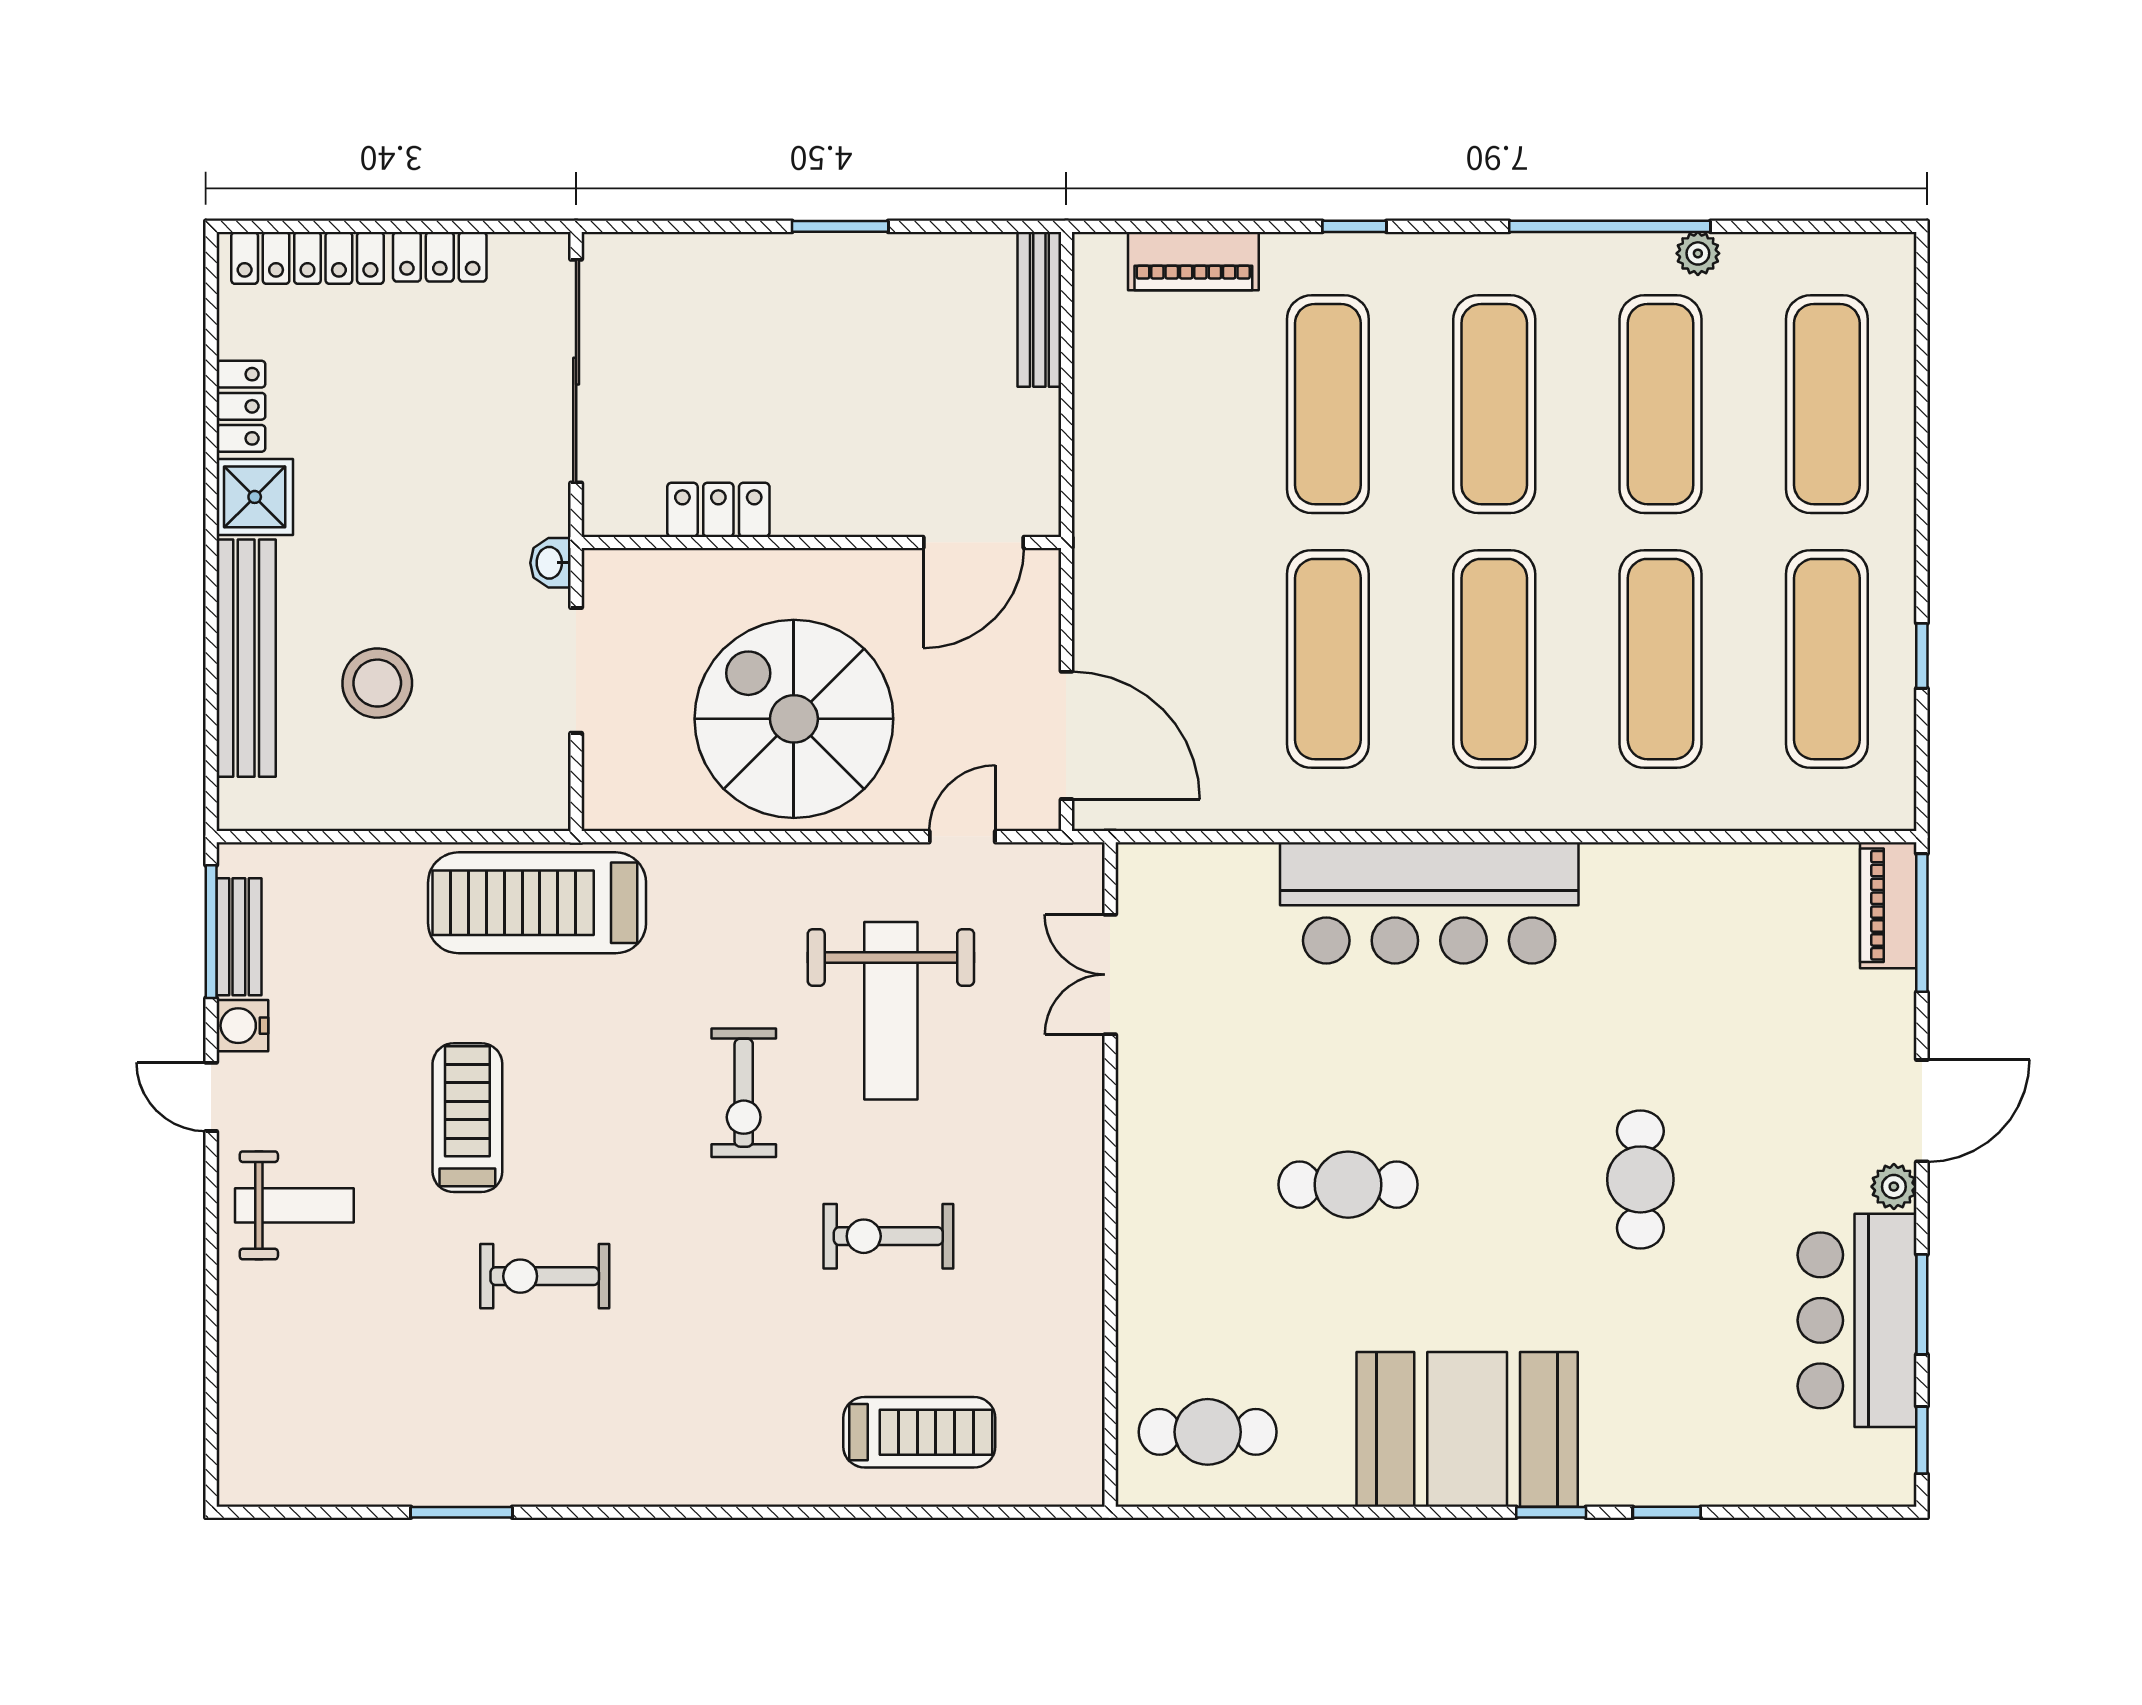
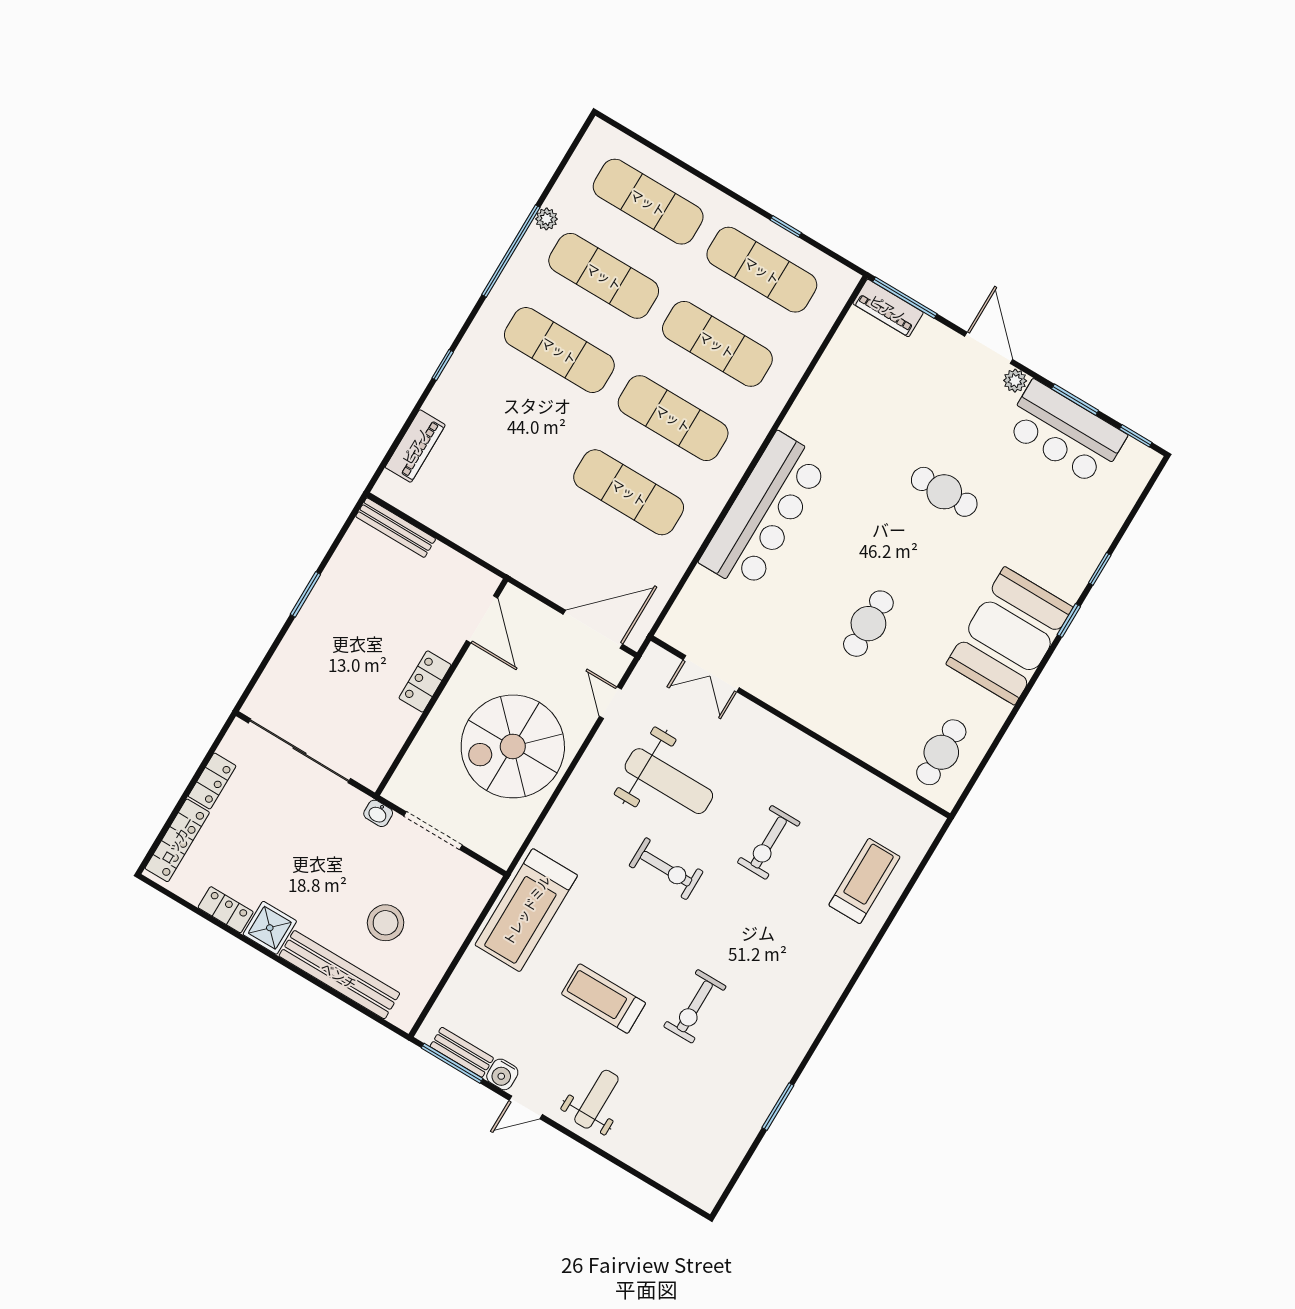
exercise mat: (1328, 404) -> (515, 424), removed
locker: (718, 510) -> (425, 681), moved

